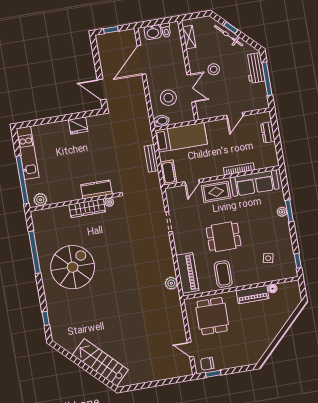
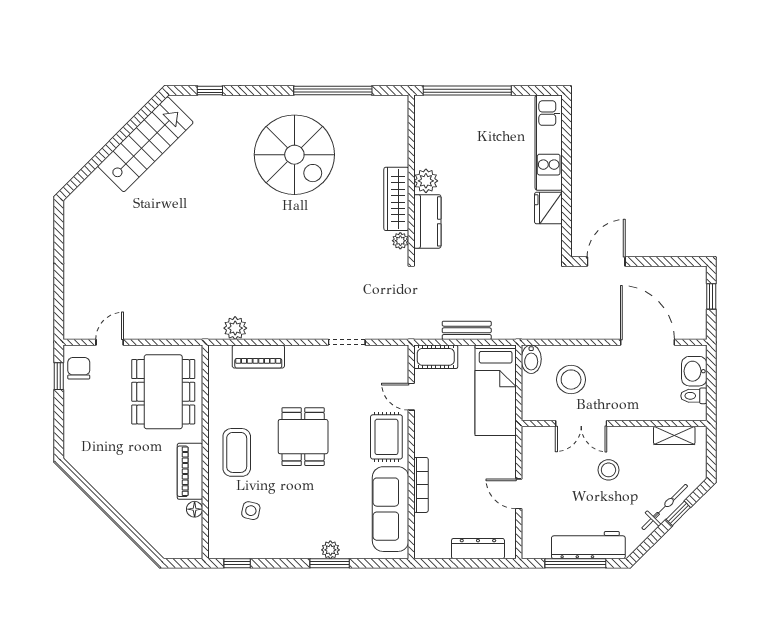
workbench: (255, 68) -> (588, 545), width x1.37
dresser: (268, 132) -> (478, 549), width x1.44
kitchen unit: (28, 153) -> (549, 143), moved, turned 90
plant: (40, 200) -> (426, 181), moved
piano: (187, 273) -> (258, 357), width x0.73, depth x0.75
coffee table: (223, 274) -> (237, 452), moved, turned 90
dining table: (212, 316) -> (163, 392), width x1.37
stairs: (100, 362) -> (145, 144), moved

